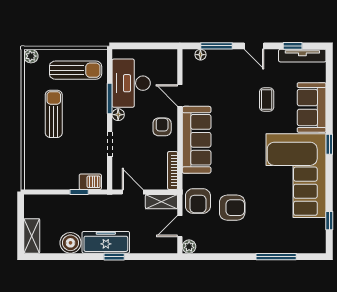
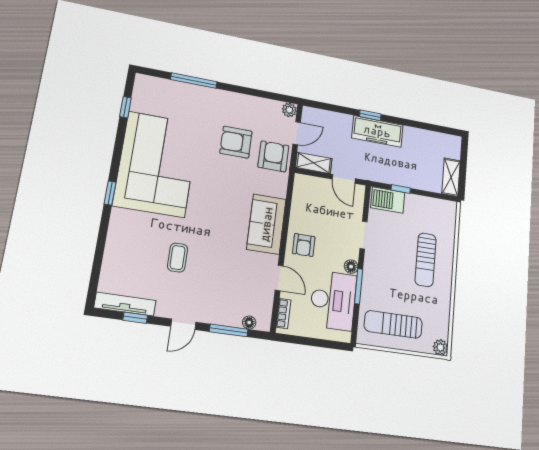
door: (254, 46) -> (183, 324), swing flipped
sofa: (312, 108) -> (124, 240), removed
sun lounger: (54, 114) -> (426, 260), moved
sofa: (197, 140) -> (266, 224), width x0.73
bookcase: (173, 171) -> (284, 314), moved, width x0.64
barbecue: (90, 182) -> (388, 200), width x1.38, depth x1.27
shelving: (32, 236) -> (451, 177), moved
boiler: (70, 243) -> (414, 138), removed

